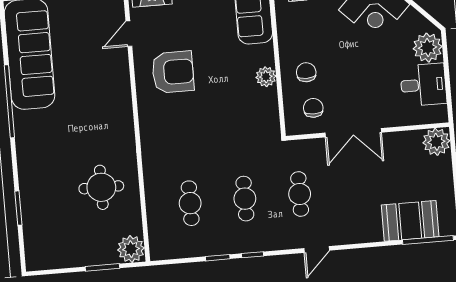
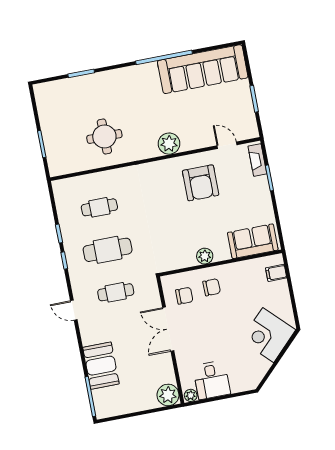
plant: (428, 48) -> (191, 395), moved, width x0.53, depth x0.53
cafe table: (245, 199) -> (108, 250), width x1.37, depth x1.35
booth: (410, 221) -> (101, 366), moved
plant: (131, 249) -> (169, 144), moved

